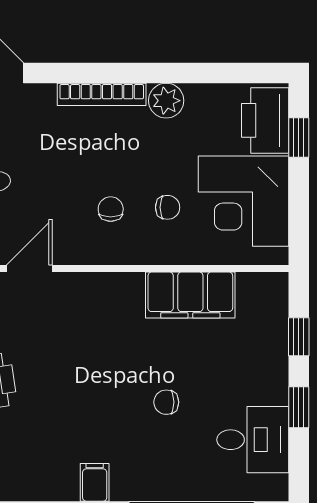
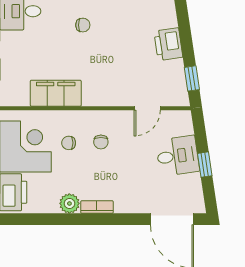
bookcase: (102, 94) -> (97, 207), width x0.64
chair: (166, 402) -> (83, 25), moved

